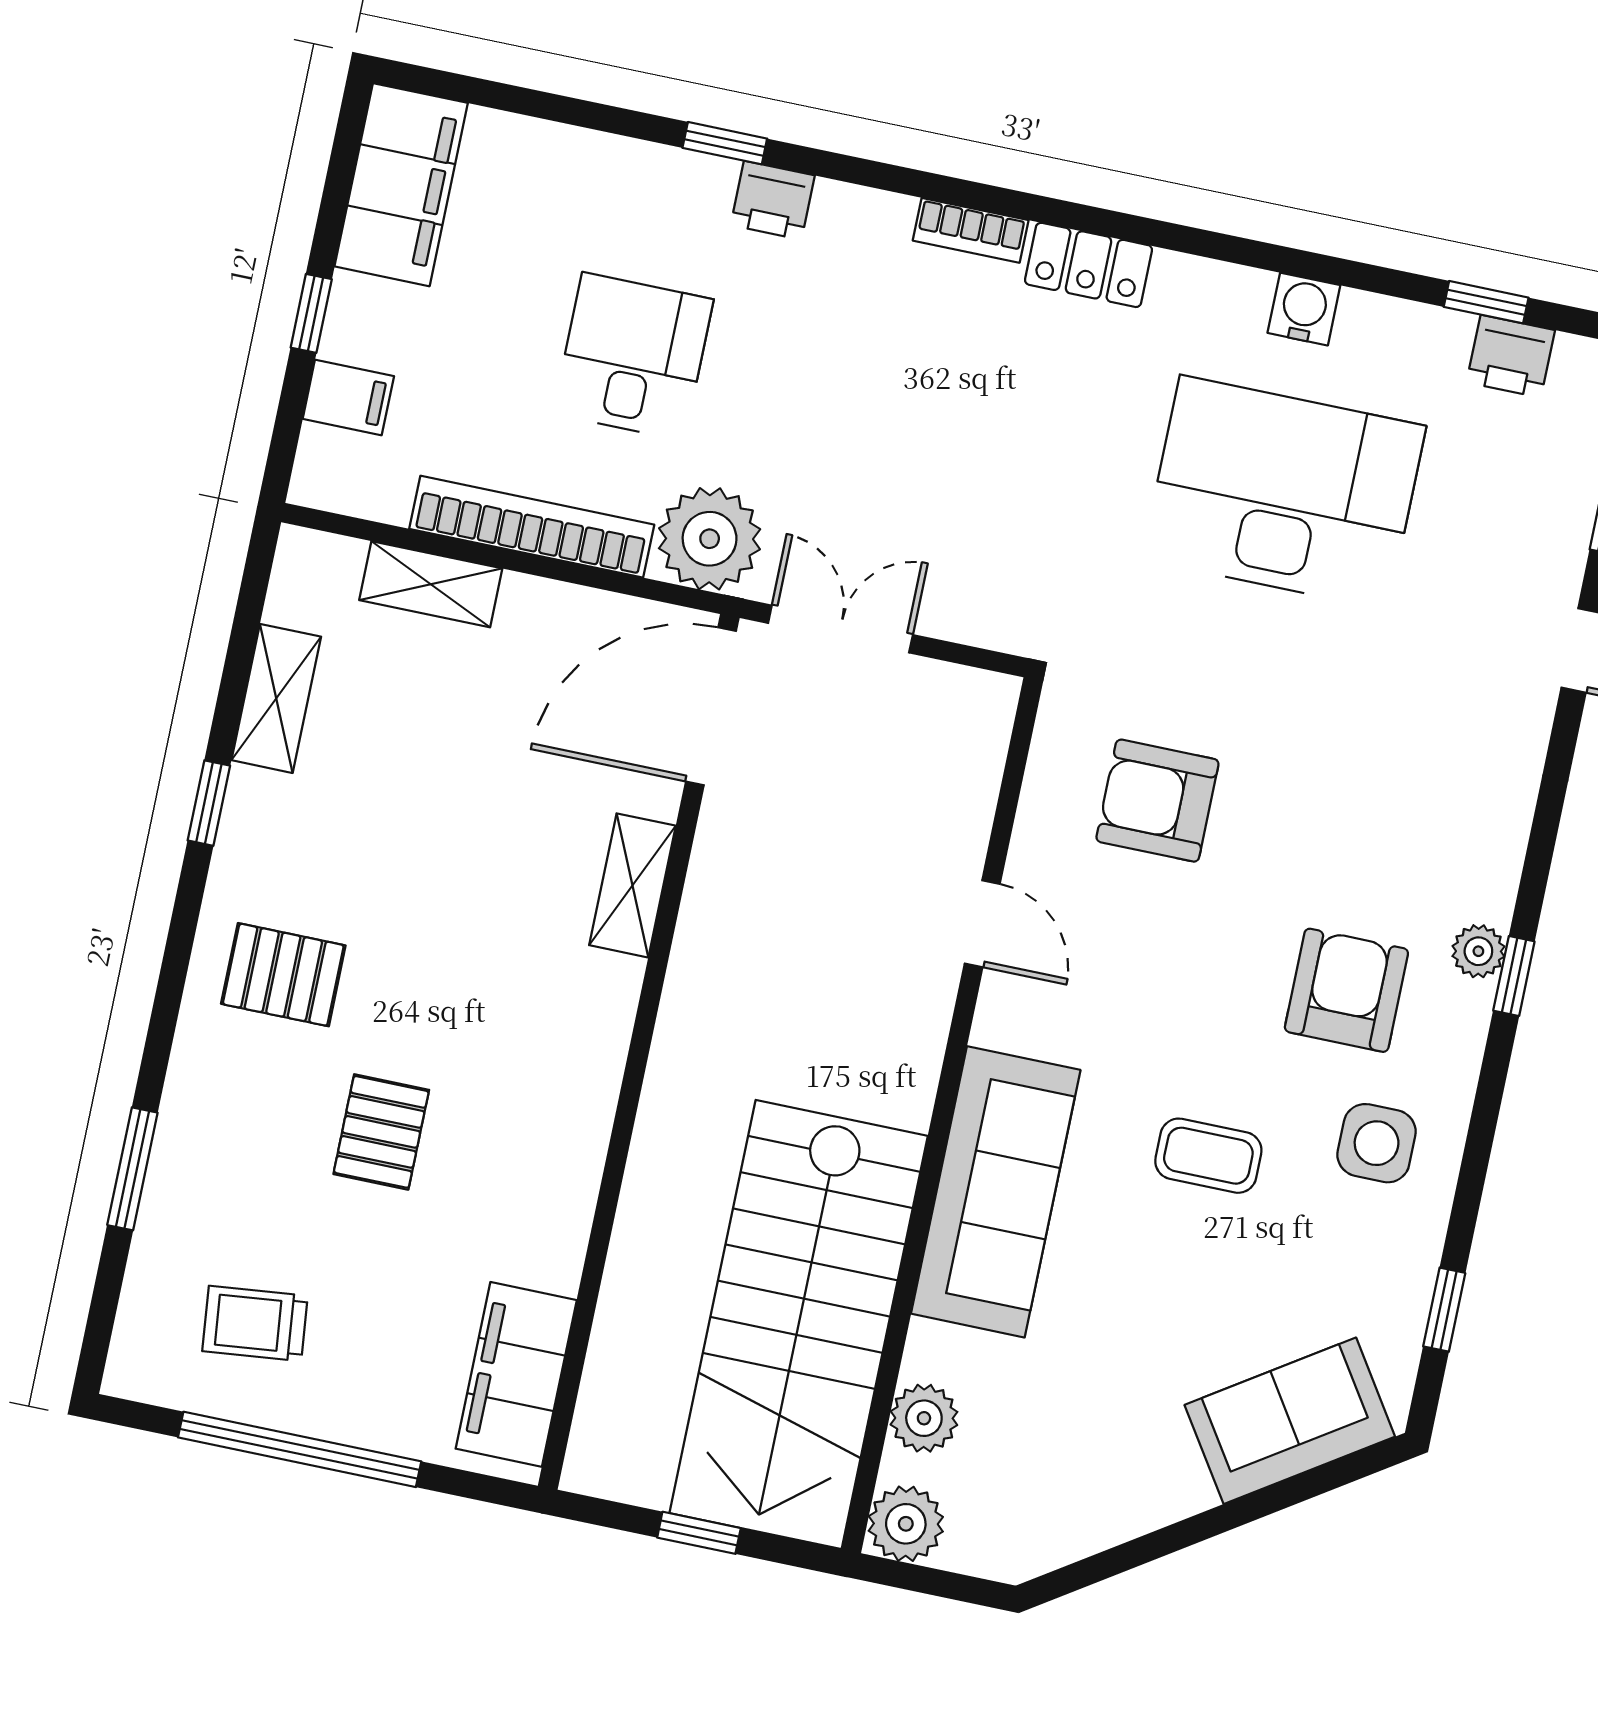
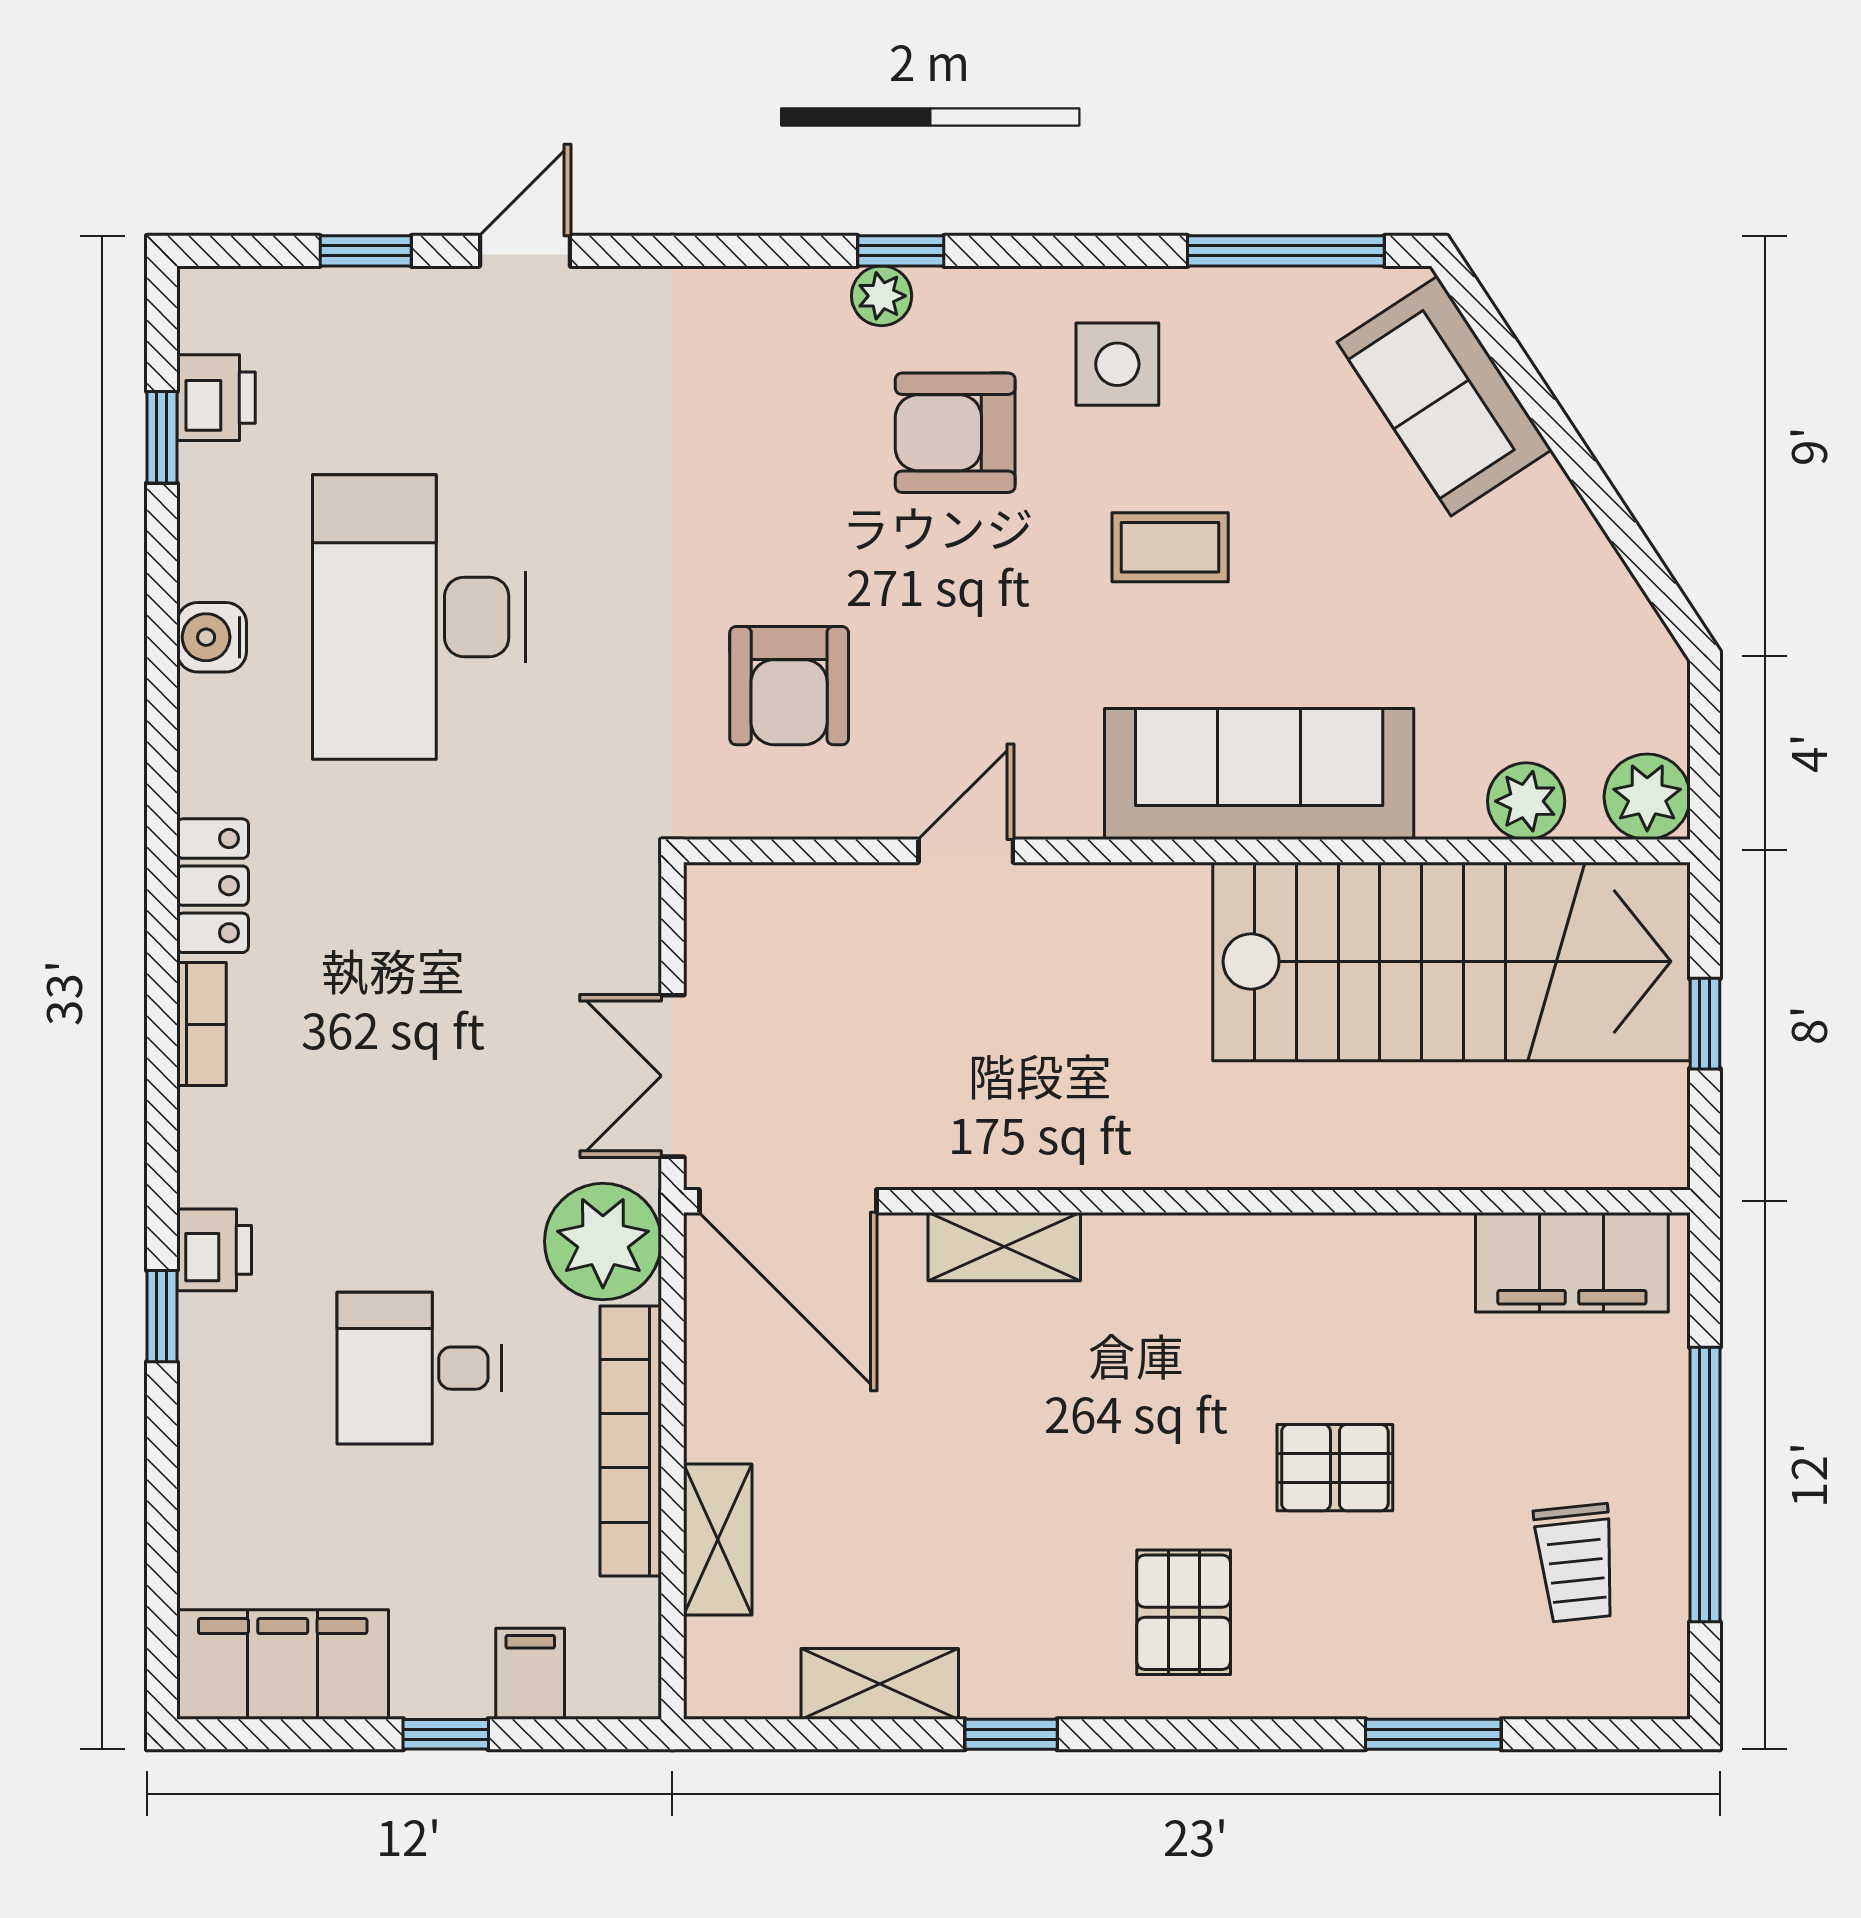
coffee table: (1208, 1156) -> (1170, 547), turned 90
window: (1444, 1310) -> (1286, 251), width x2.17

